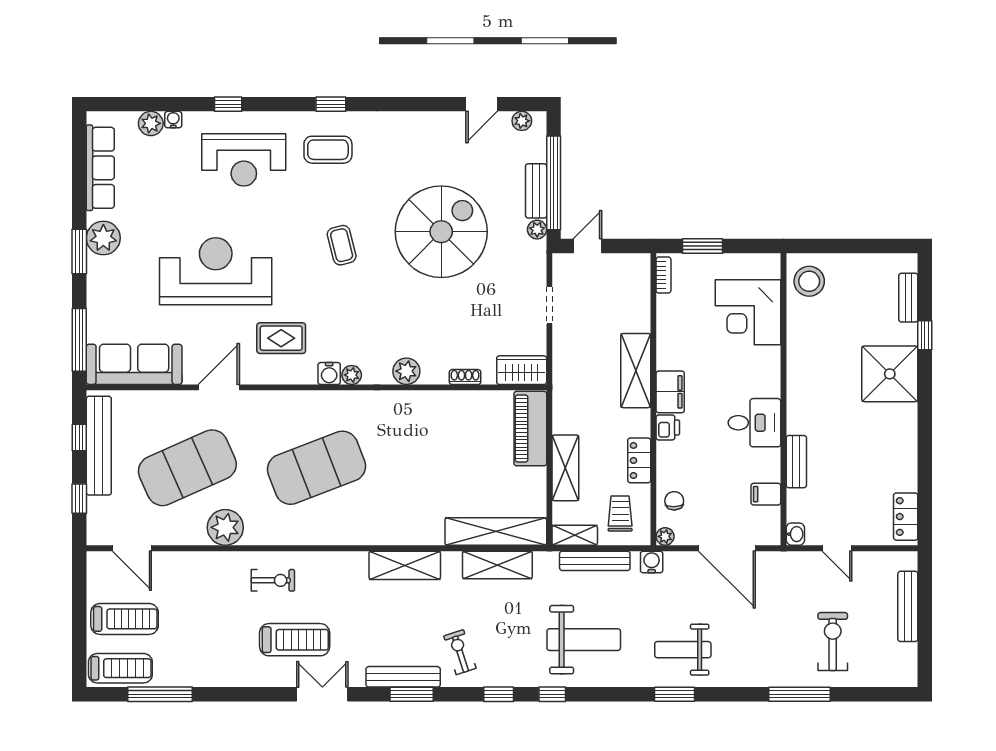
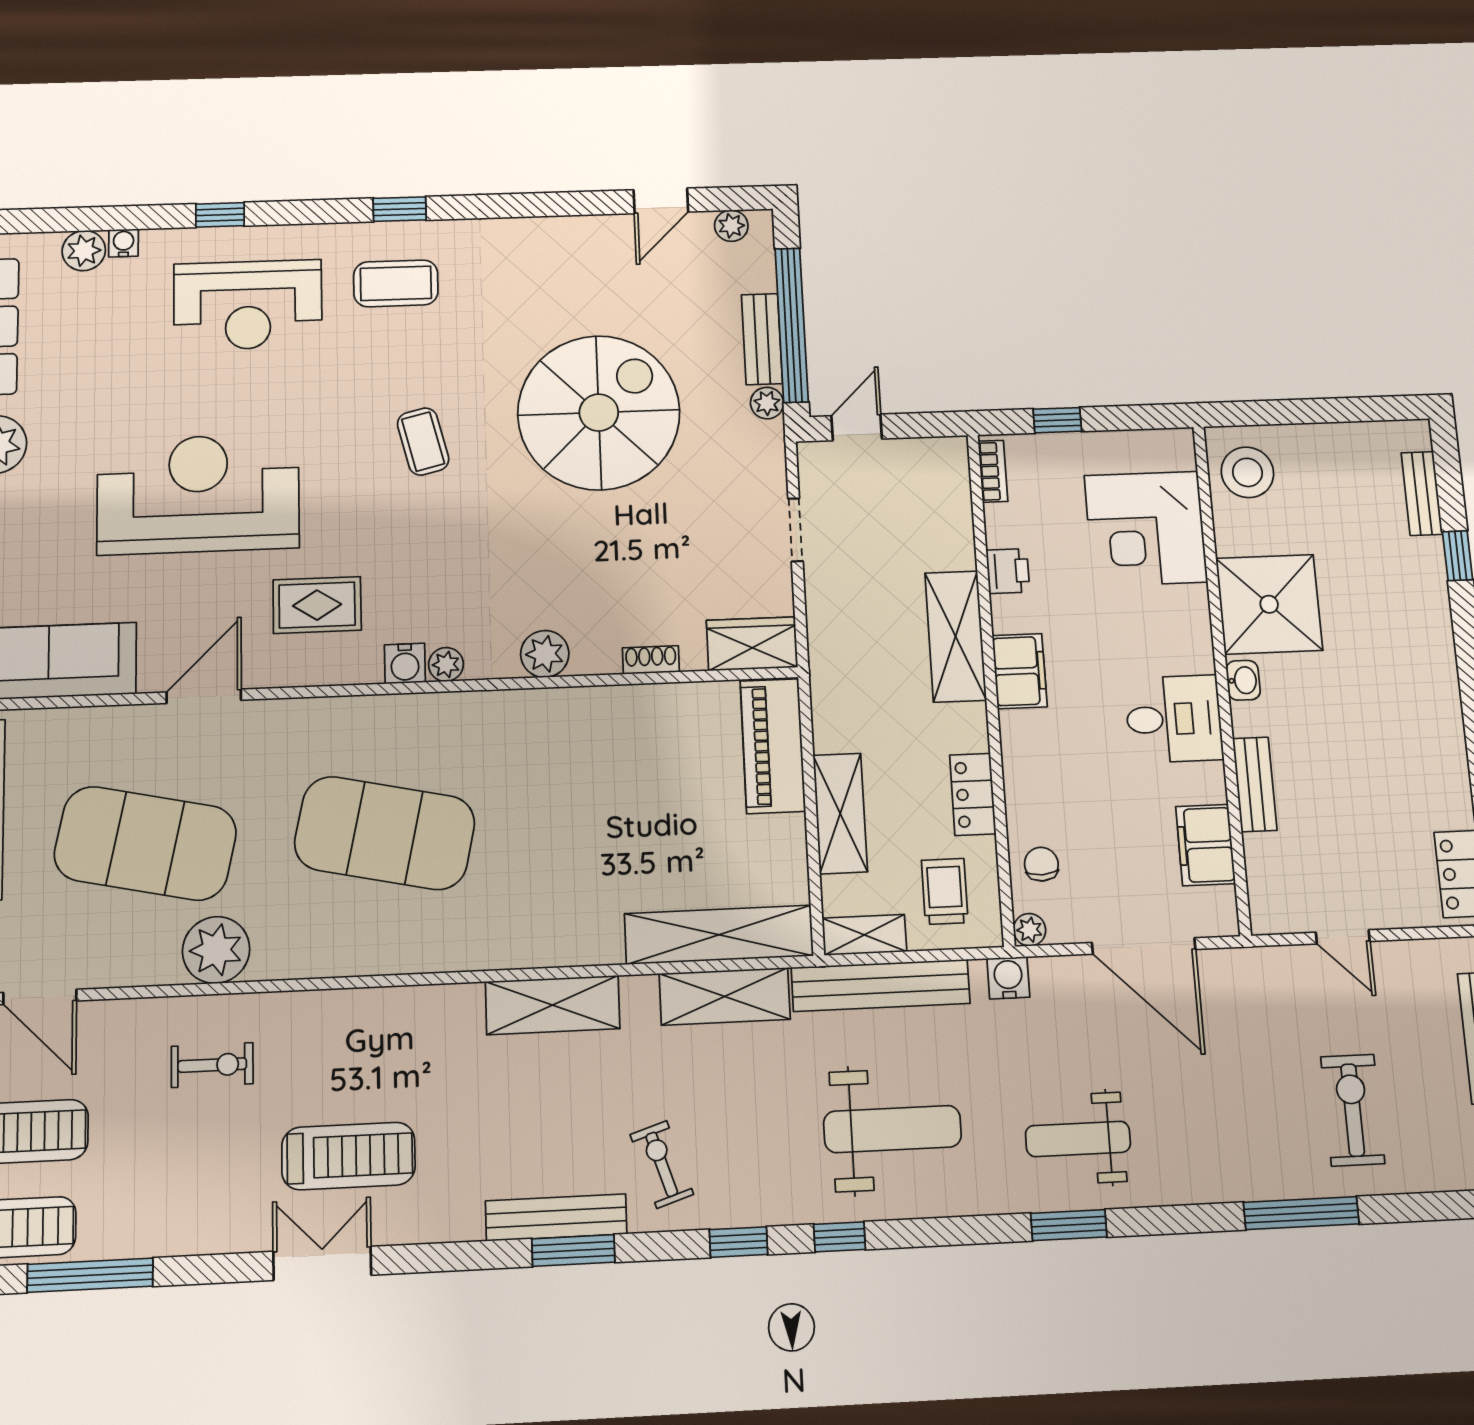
window: (703, 246) -> (1057, 420), width x0.67
shower: (890, 374) -> (1269, 604), moved
printer: (668, 427) -> (1008, 571), moved
exercise mat: (187, 468) -> (145, 843), turned 36
exercise mat: (316, 468) -> (385, 833), turned 33
filing cabinet: (766, 494) -> (1206, 845), width x2.00
washbasin: (795, 534) -> (1243, 680), moved
bench: (595, 561) -> (881, 985), width x1.37, depth x1.21
exercise bike: (273, 580) -> (212, 1065), moved
double door: (322, 694) -> (322, 1263), moved

